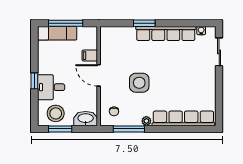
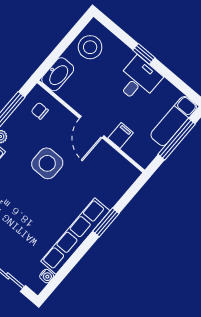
door: (99, 75) -> (92, 127), swing flipped
desk: (51, 87) -> (138, 80), moved
window: (60, 129) -> (70, 38), removed

